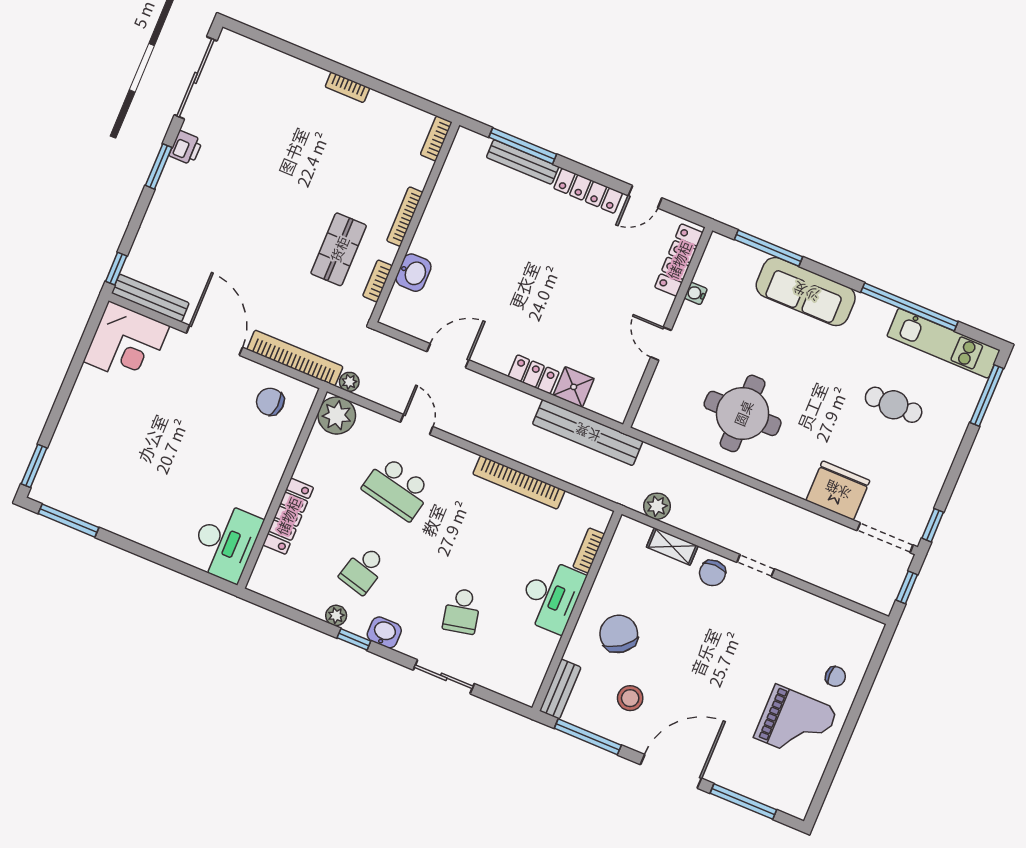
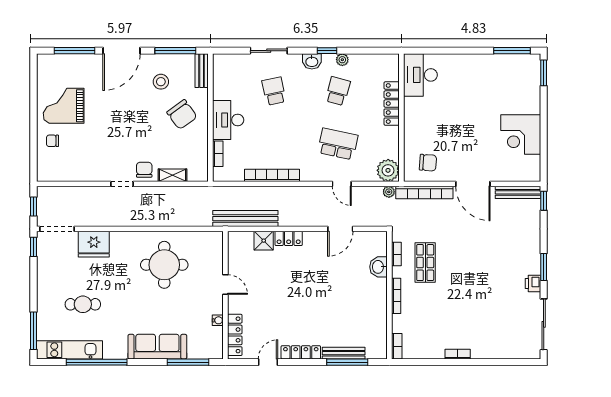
corner desk: (126, 344) -> (521, 135), moved, turned -90
plant: (657, 506) -> (190, 194), removed

